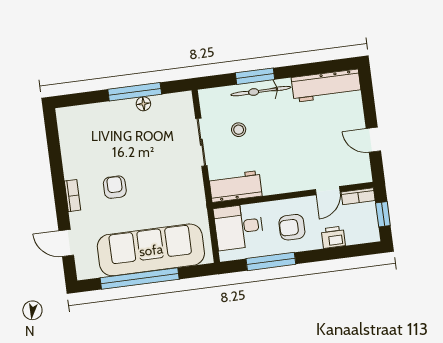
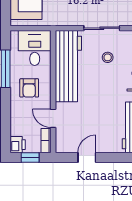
workbench: (235, 186) -> (68, 66), width x1.88, depth x1.32
armchair: (292, 227) -> (29, 88), turned 180
printer: (333, 237) -> (18, 145), moved

